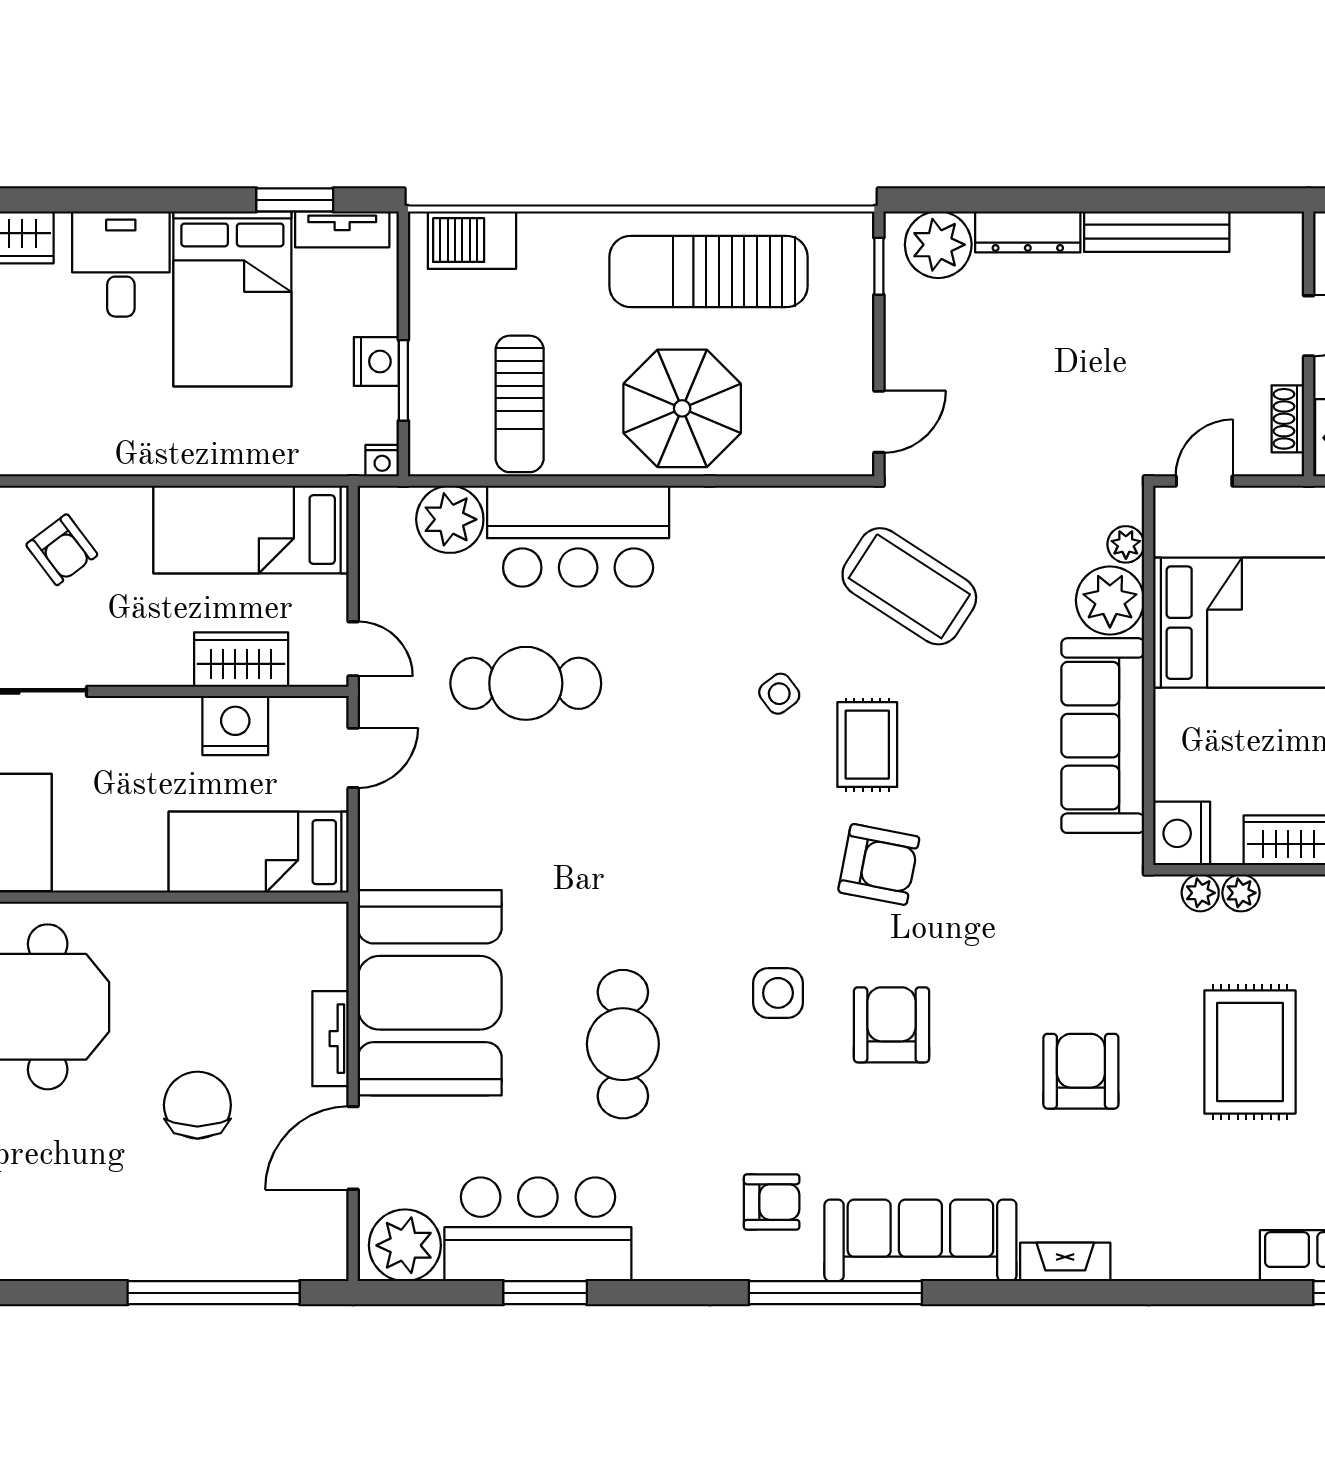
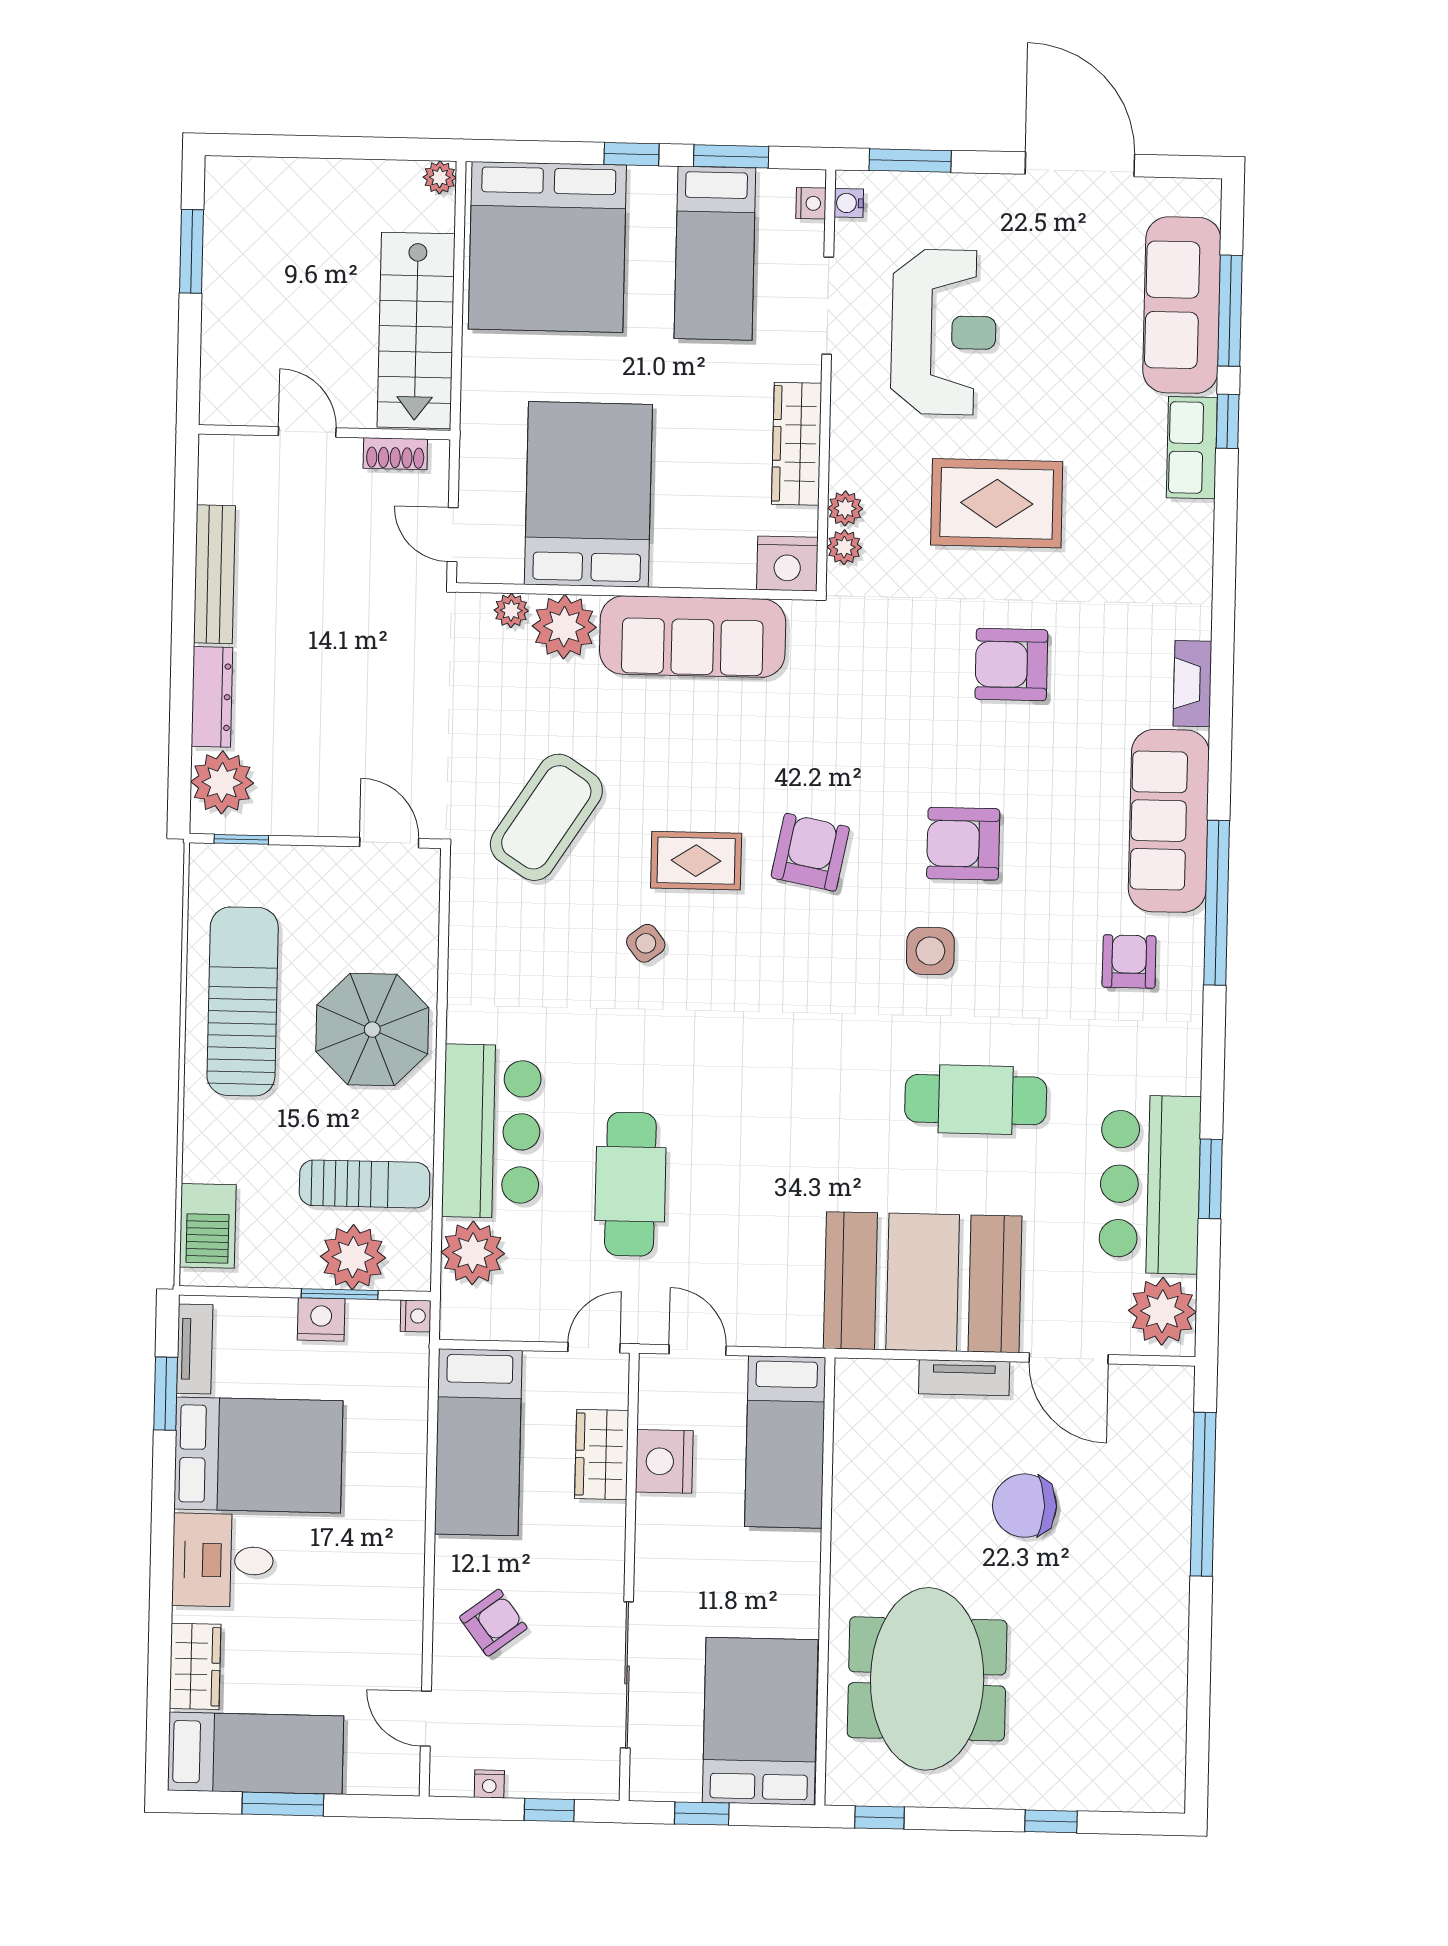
sun lounger: (709, 271) -> (243, 1001), turned 180
plant: (442, 394) -> (353, 1257), added

